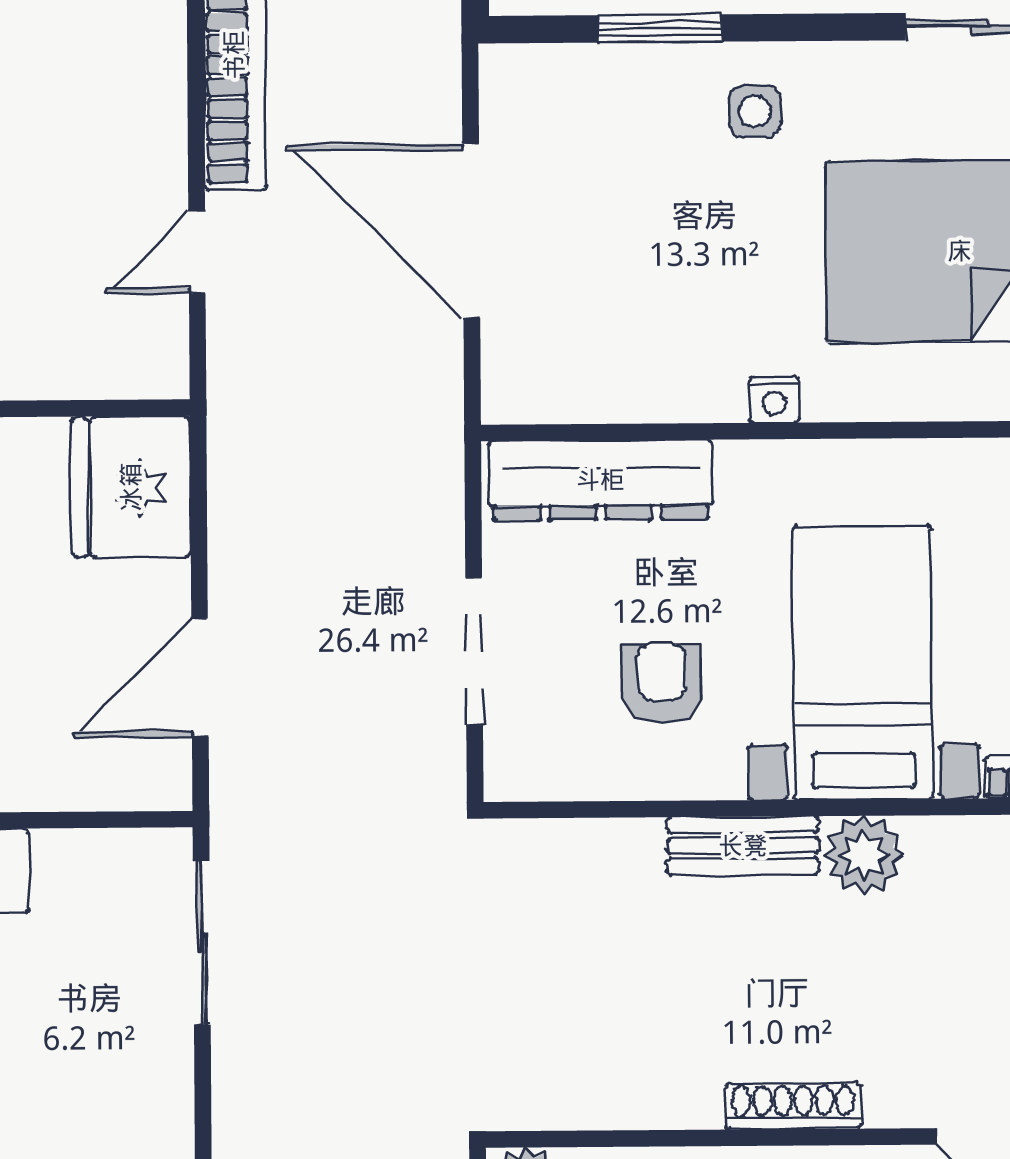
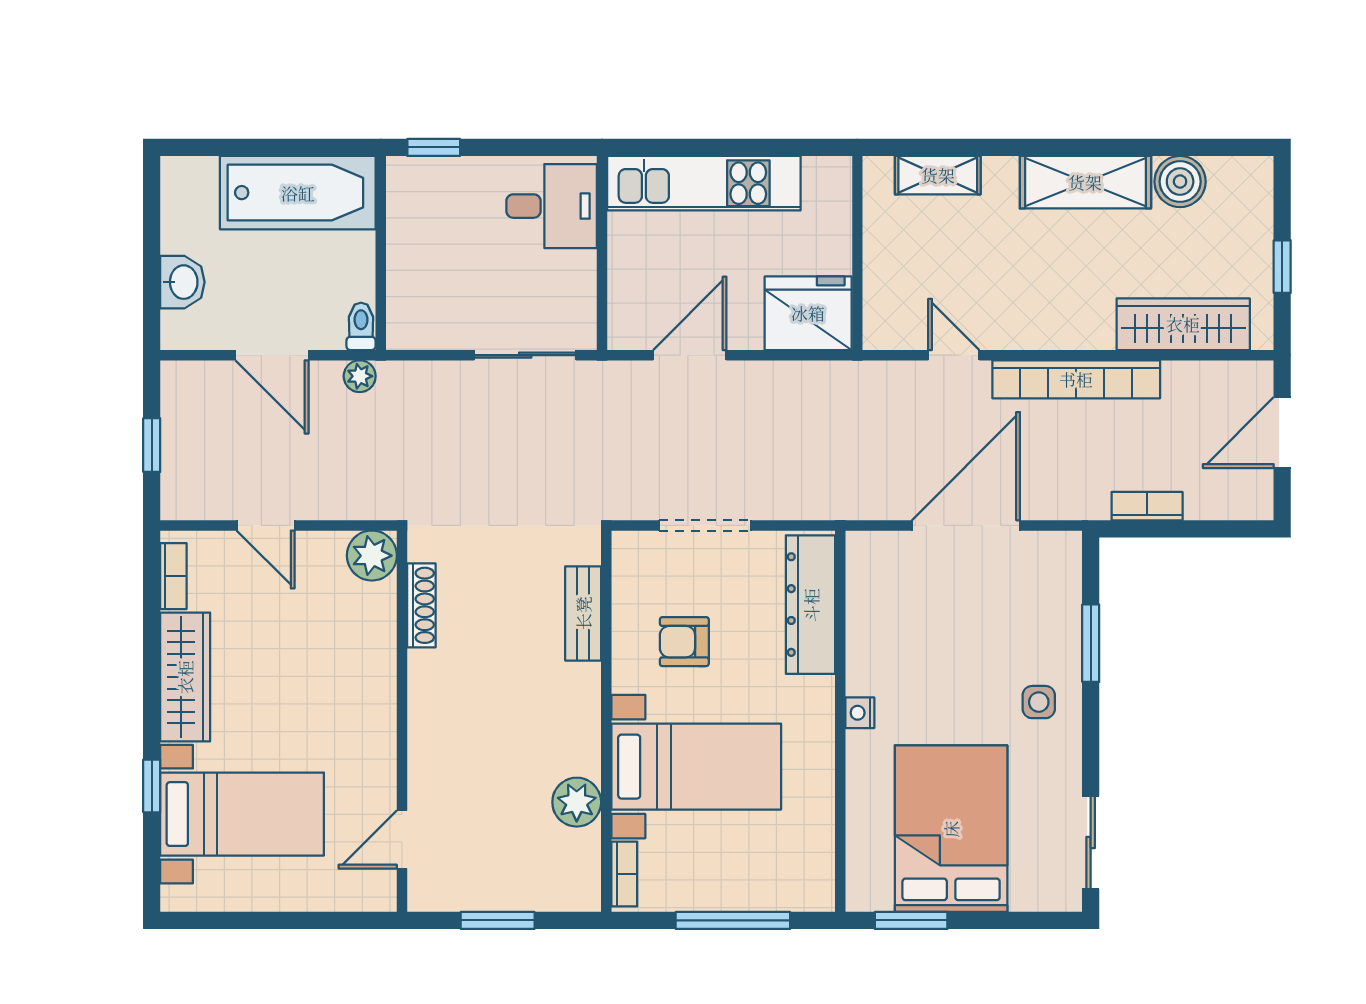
door: (200, 678) -> (690, 355), hinge flipped
armchair: (662, 683) -> (684, 642), turned 180
bench: (743, 846) -> (583, 613), moved
plant: (864, 855) -> (577, 802), moved
shoe rack: (793, 1106) -> (421, 605), moved

